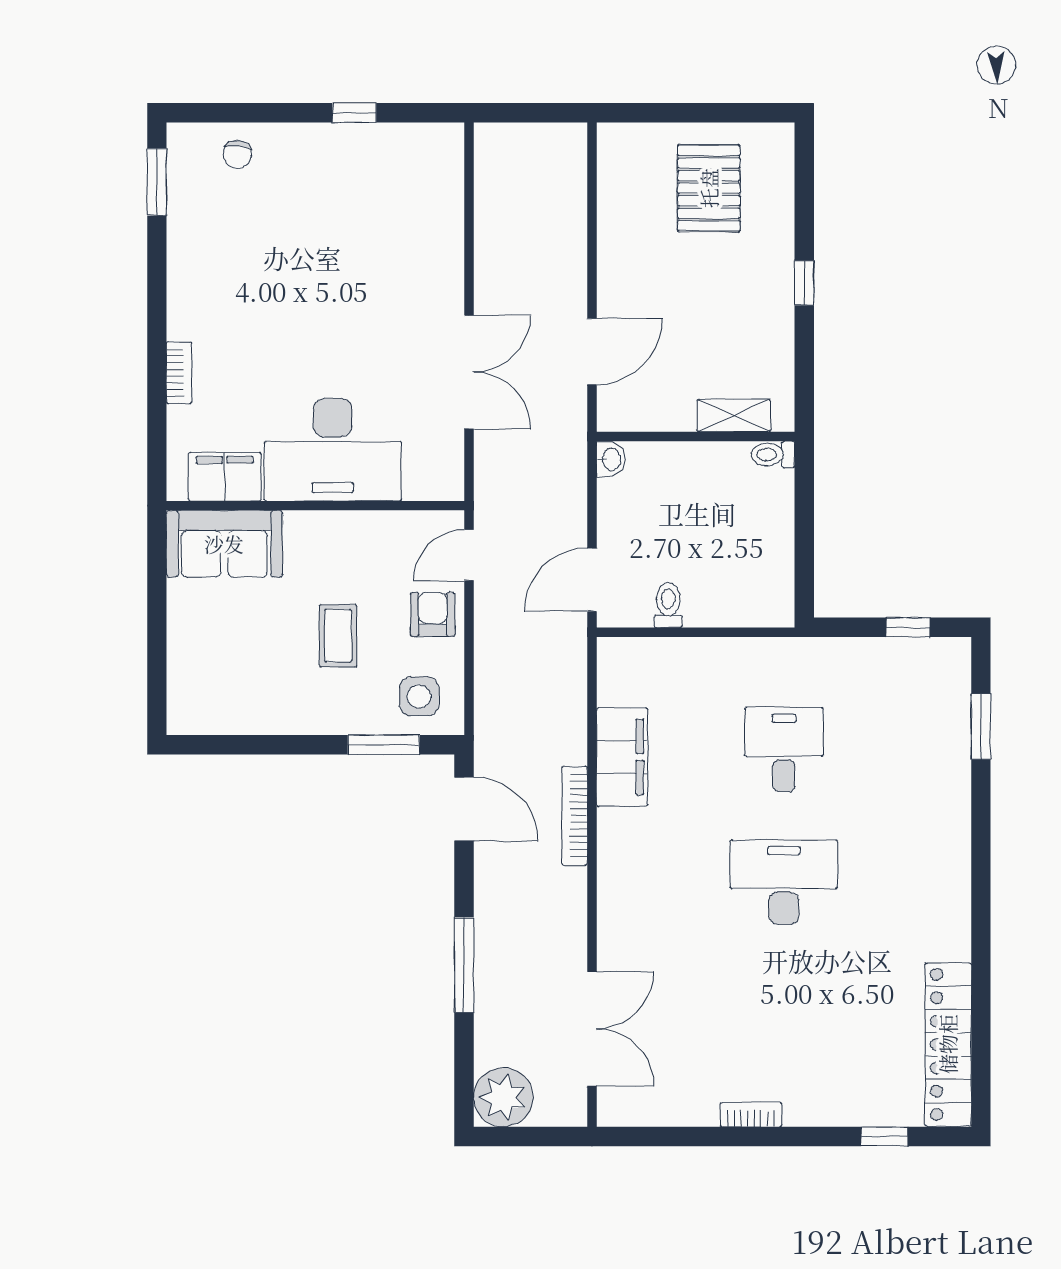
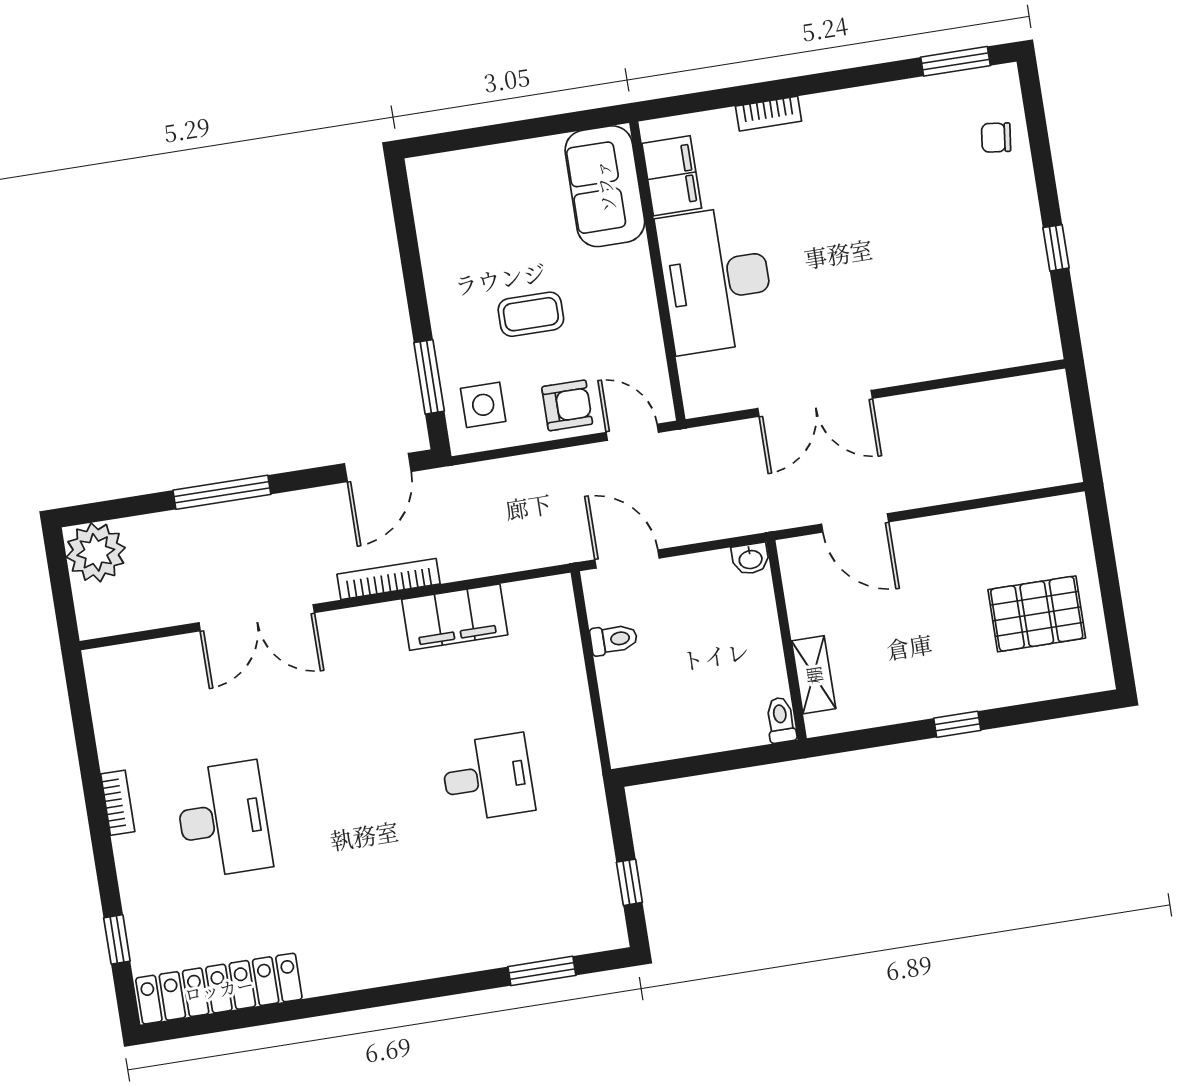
desk: (784, 882) -> (223, 820), moved
double door: (592, 1029) -> (257, 618), moved

